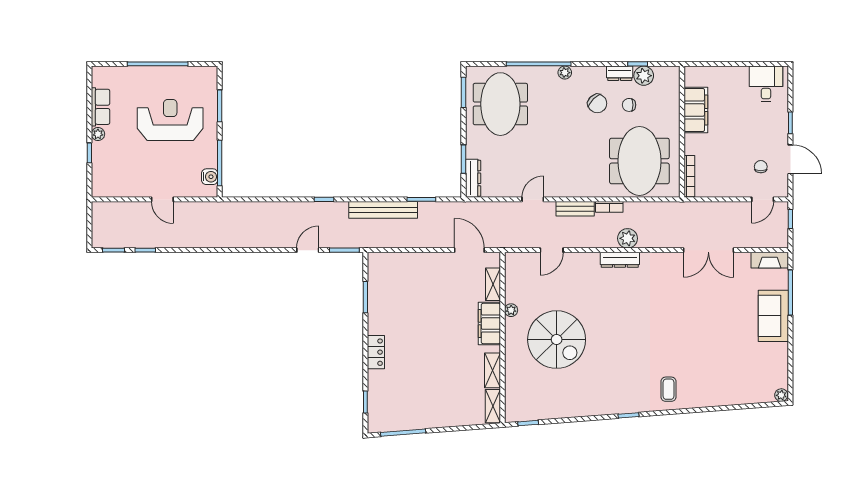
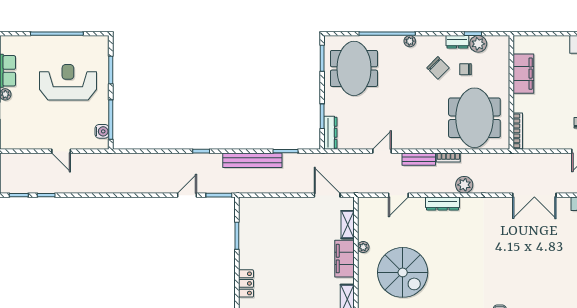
dresser: (620, 260) -> (442, 203), moved

